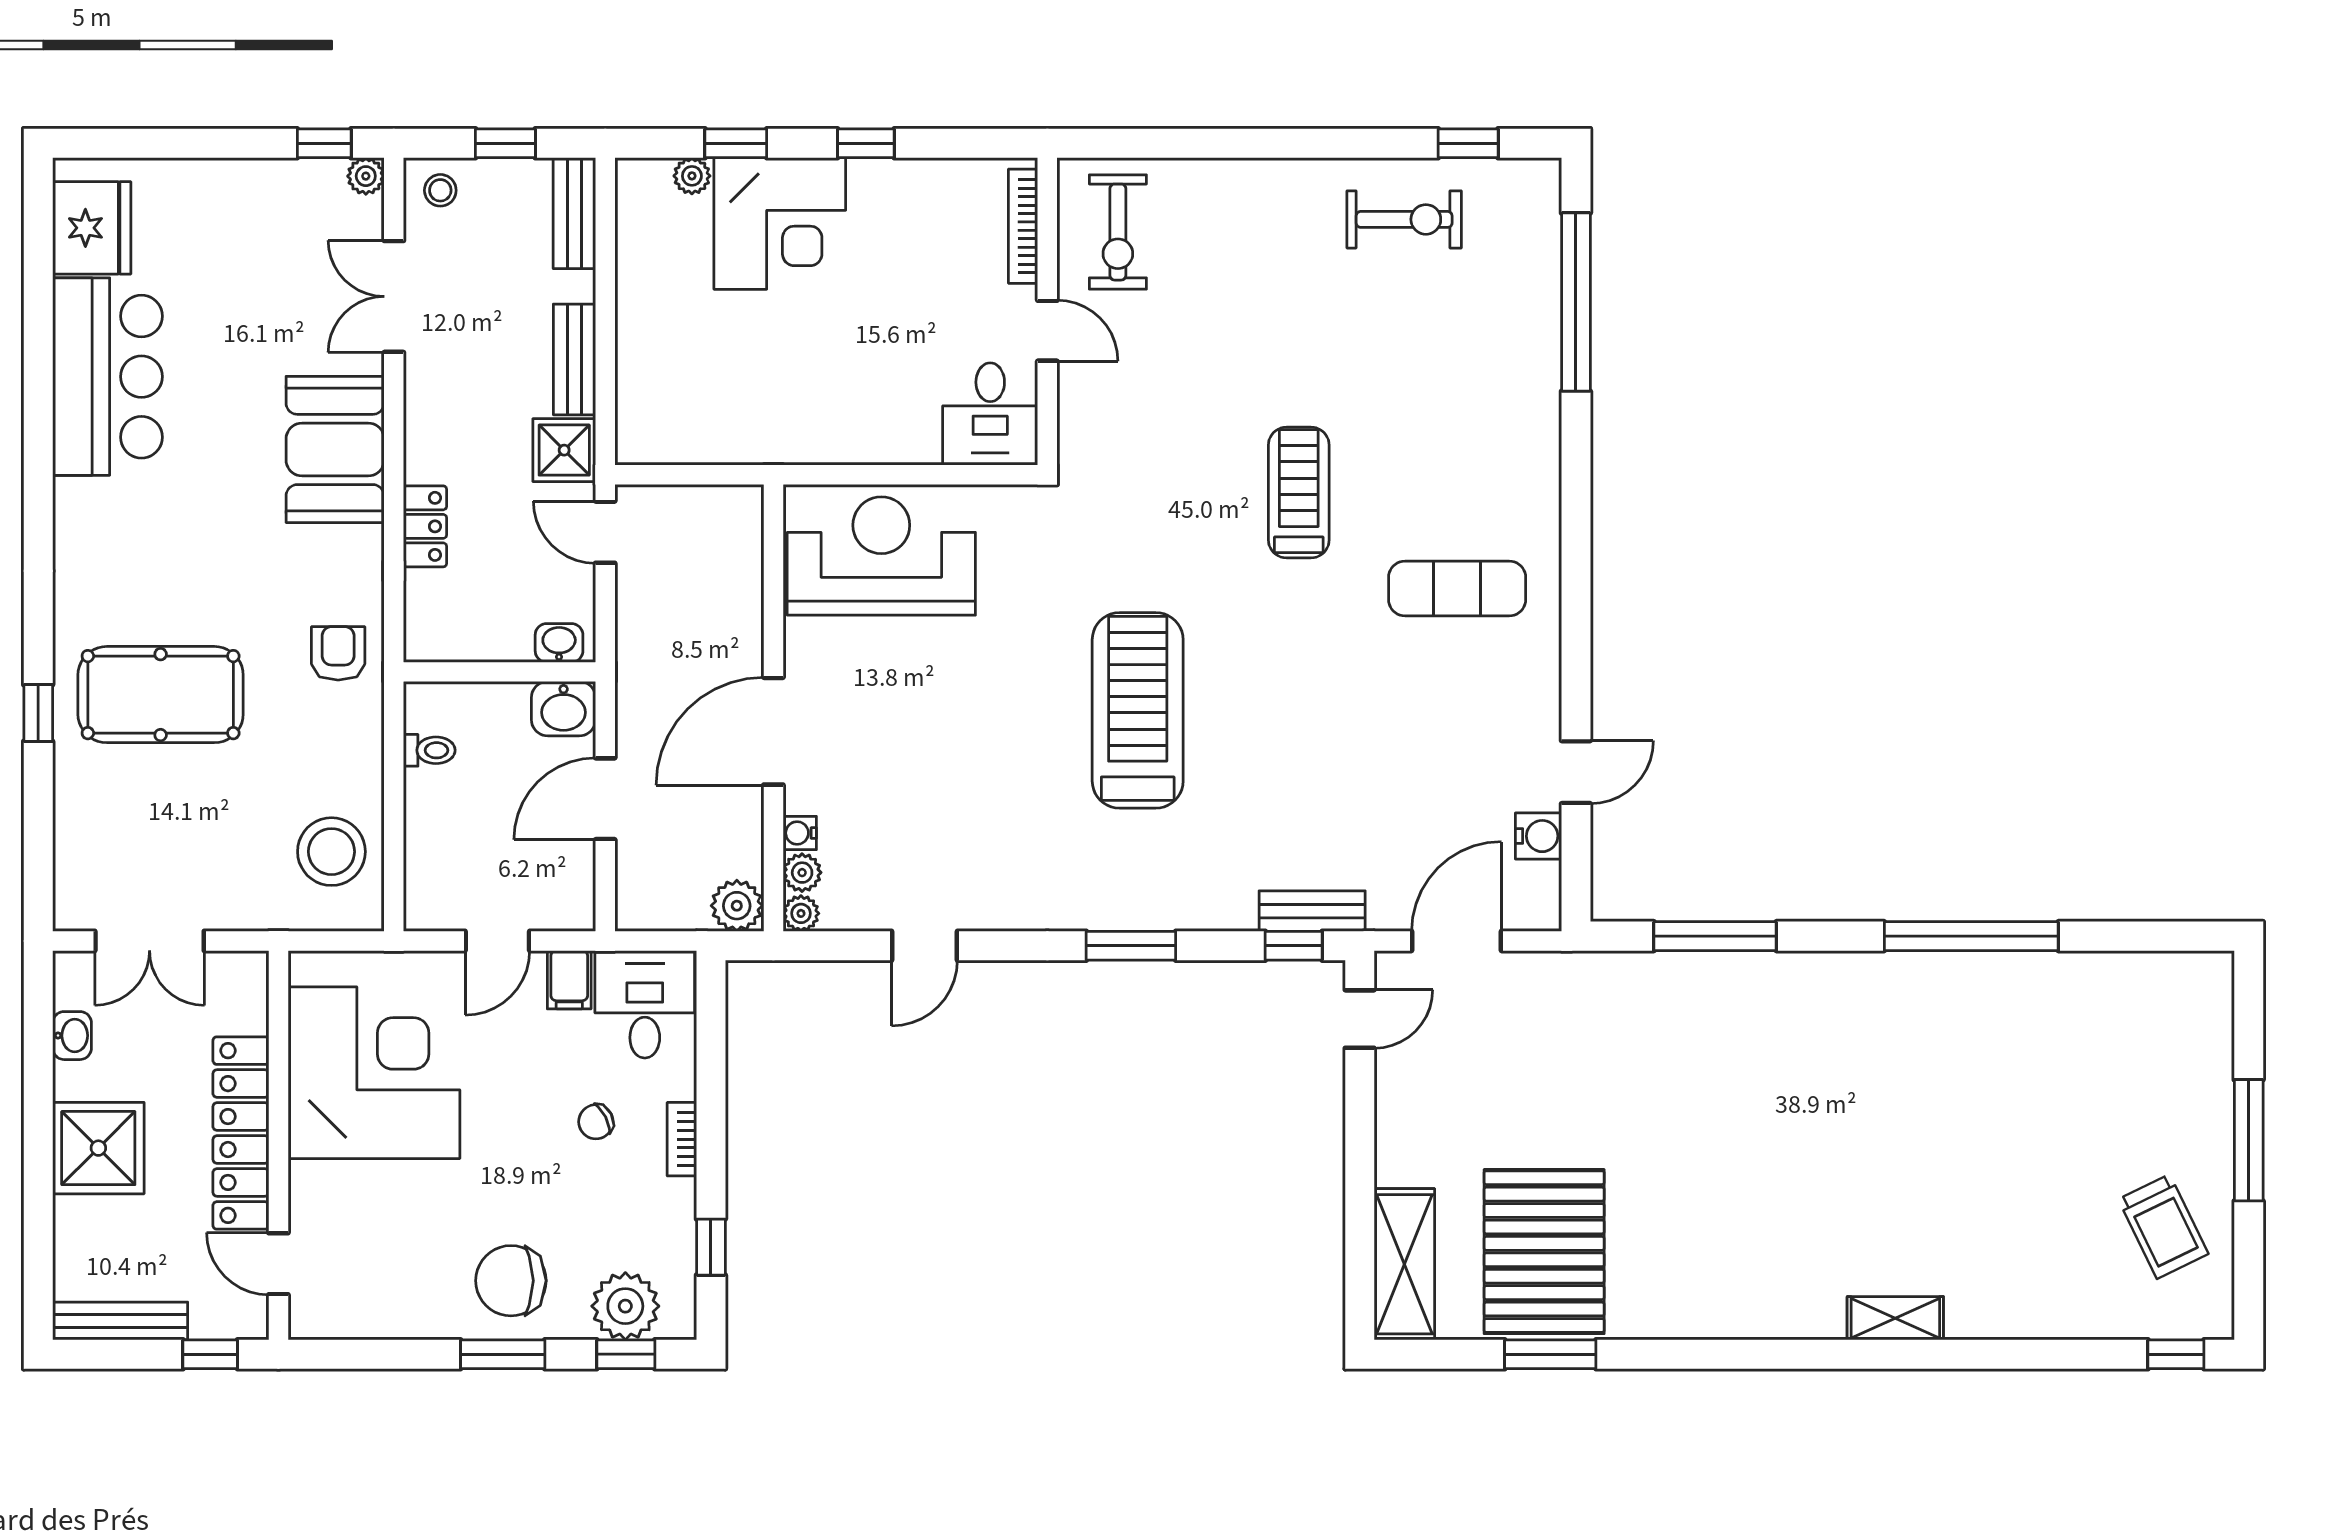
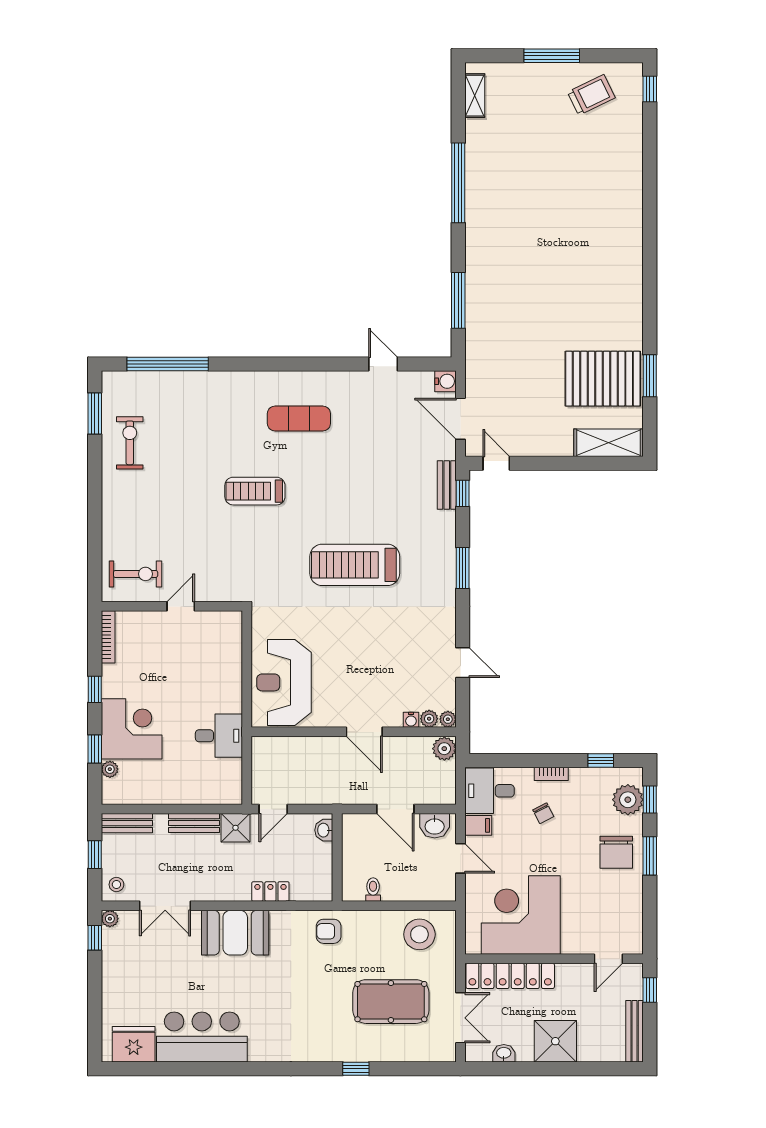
window: (1468, 143) -> (95, 413), width x1.50
bookcase: (1023, 226) -> (108, 637), moved, turned -90
desk: (990, 414) -> (219, 736), moved
exercise mat: (1457, 588) -> (299, 418), turned 90
pool table: (161, 695) -> (391, 1002), moved, turned 90
washbasin: (564, 709) -> (435, 826), moved, turned 90
door: (773, 731) -> (364, 732), width x0.73
water cooler: (1538, 836) -> (445, 381), moved, turned 90
locker: (241, 1133) -> (510, 976), moved
shelving: (1895, 1318) -> (475, 96), moved

